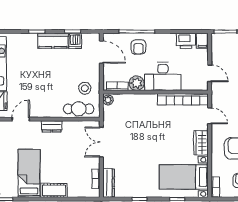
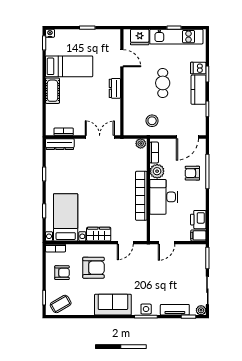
dishwasher: (75, 41) -> (198, 68), moved
bookcase: (183, 99) -> (141, 196), moved
cafe table: (79, 109) -> (163, 83), moved

